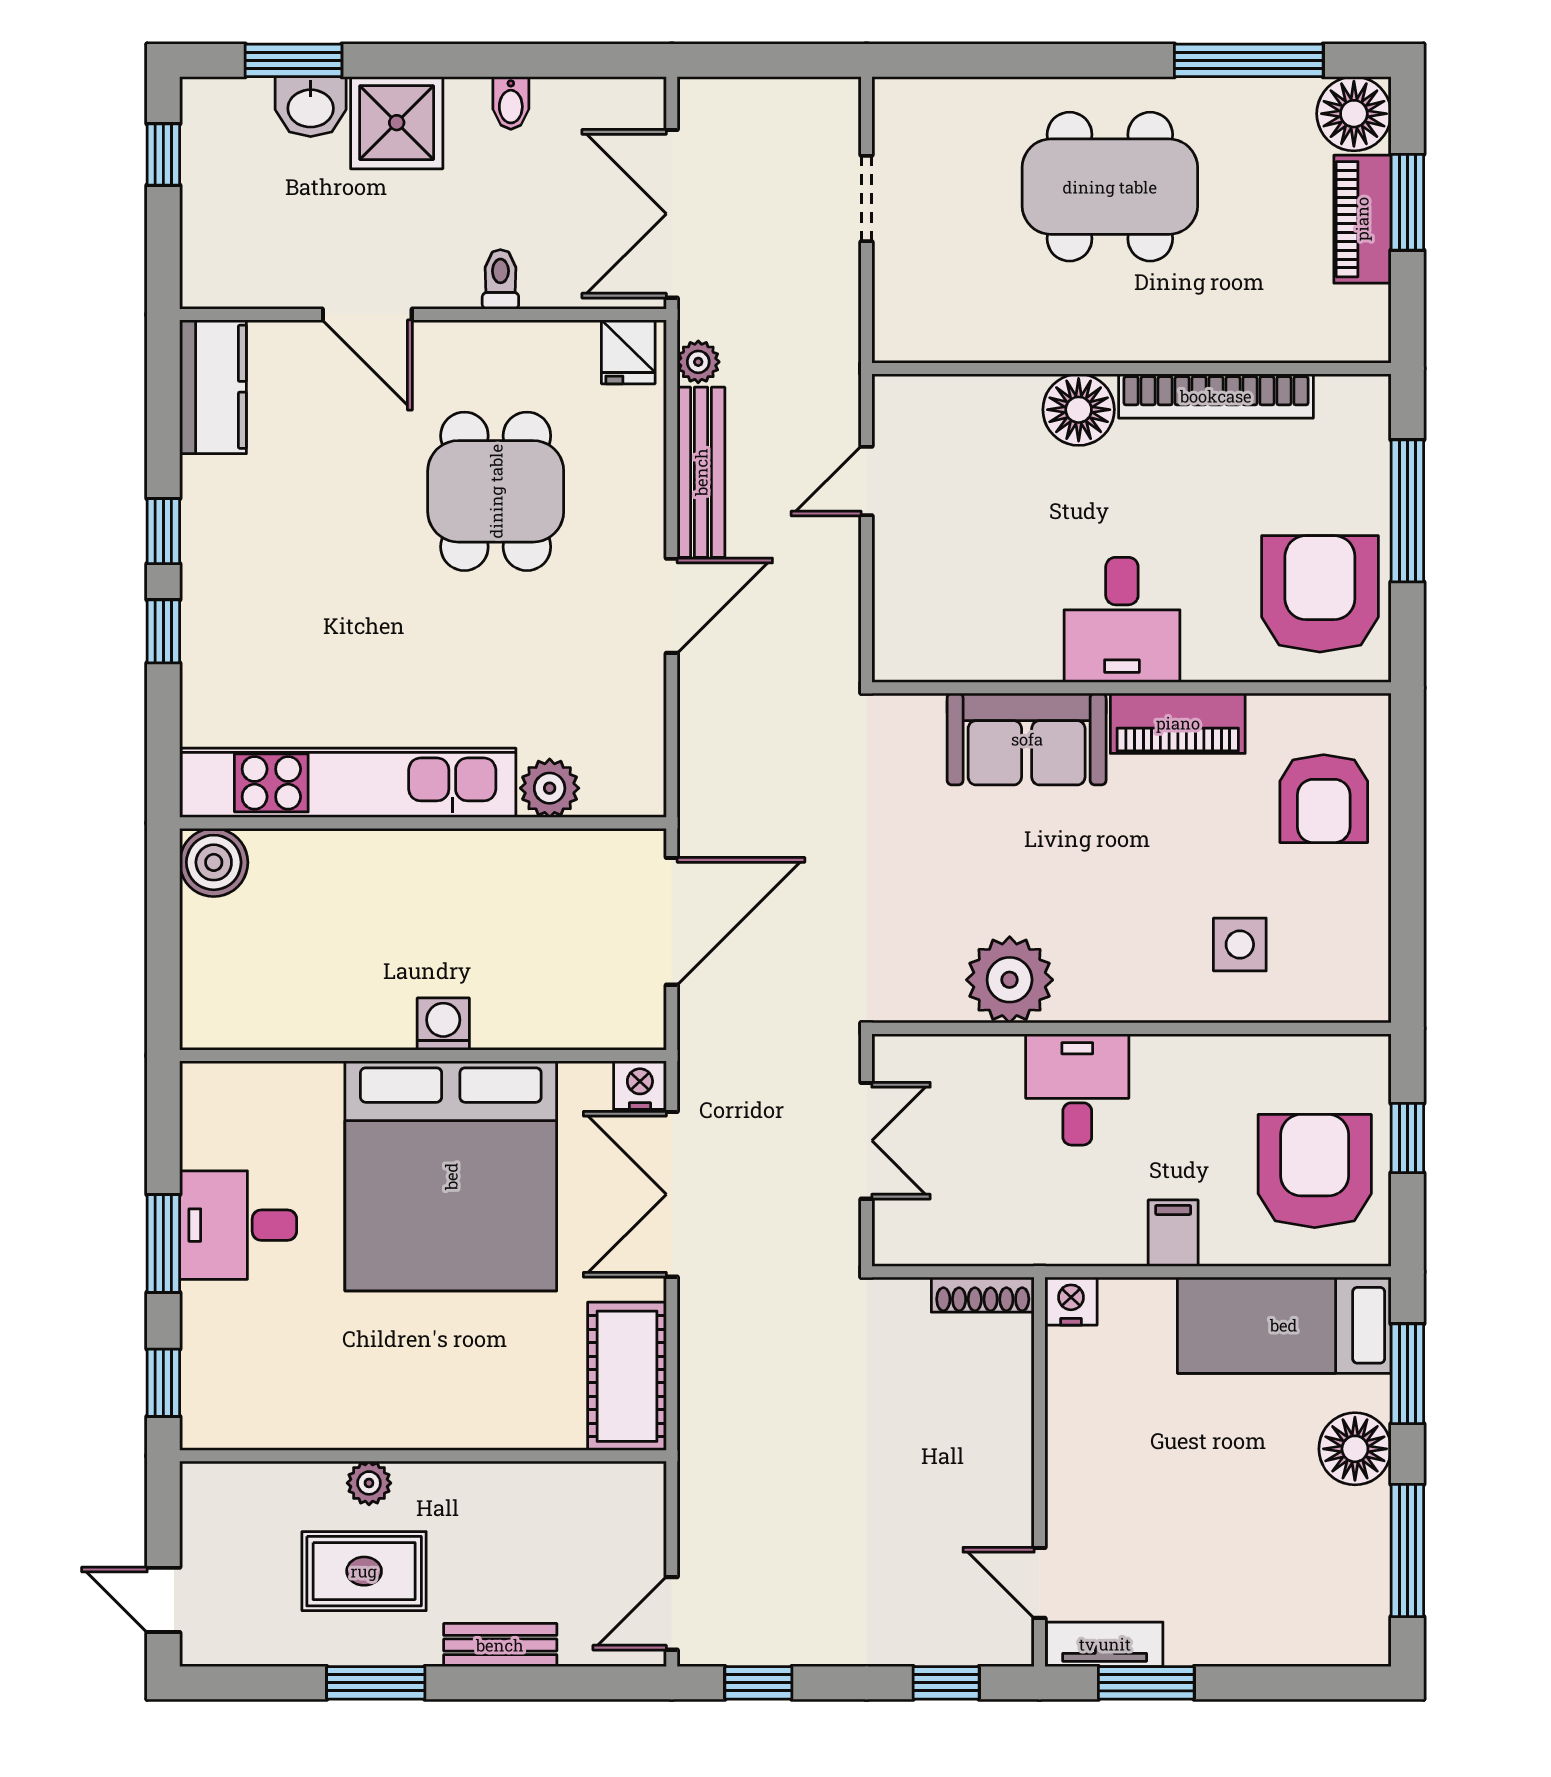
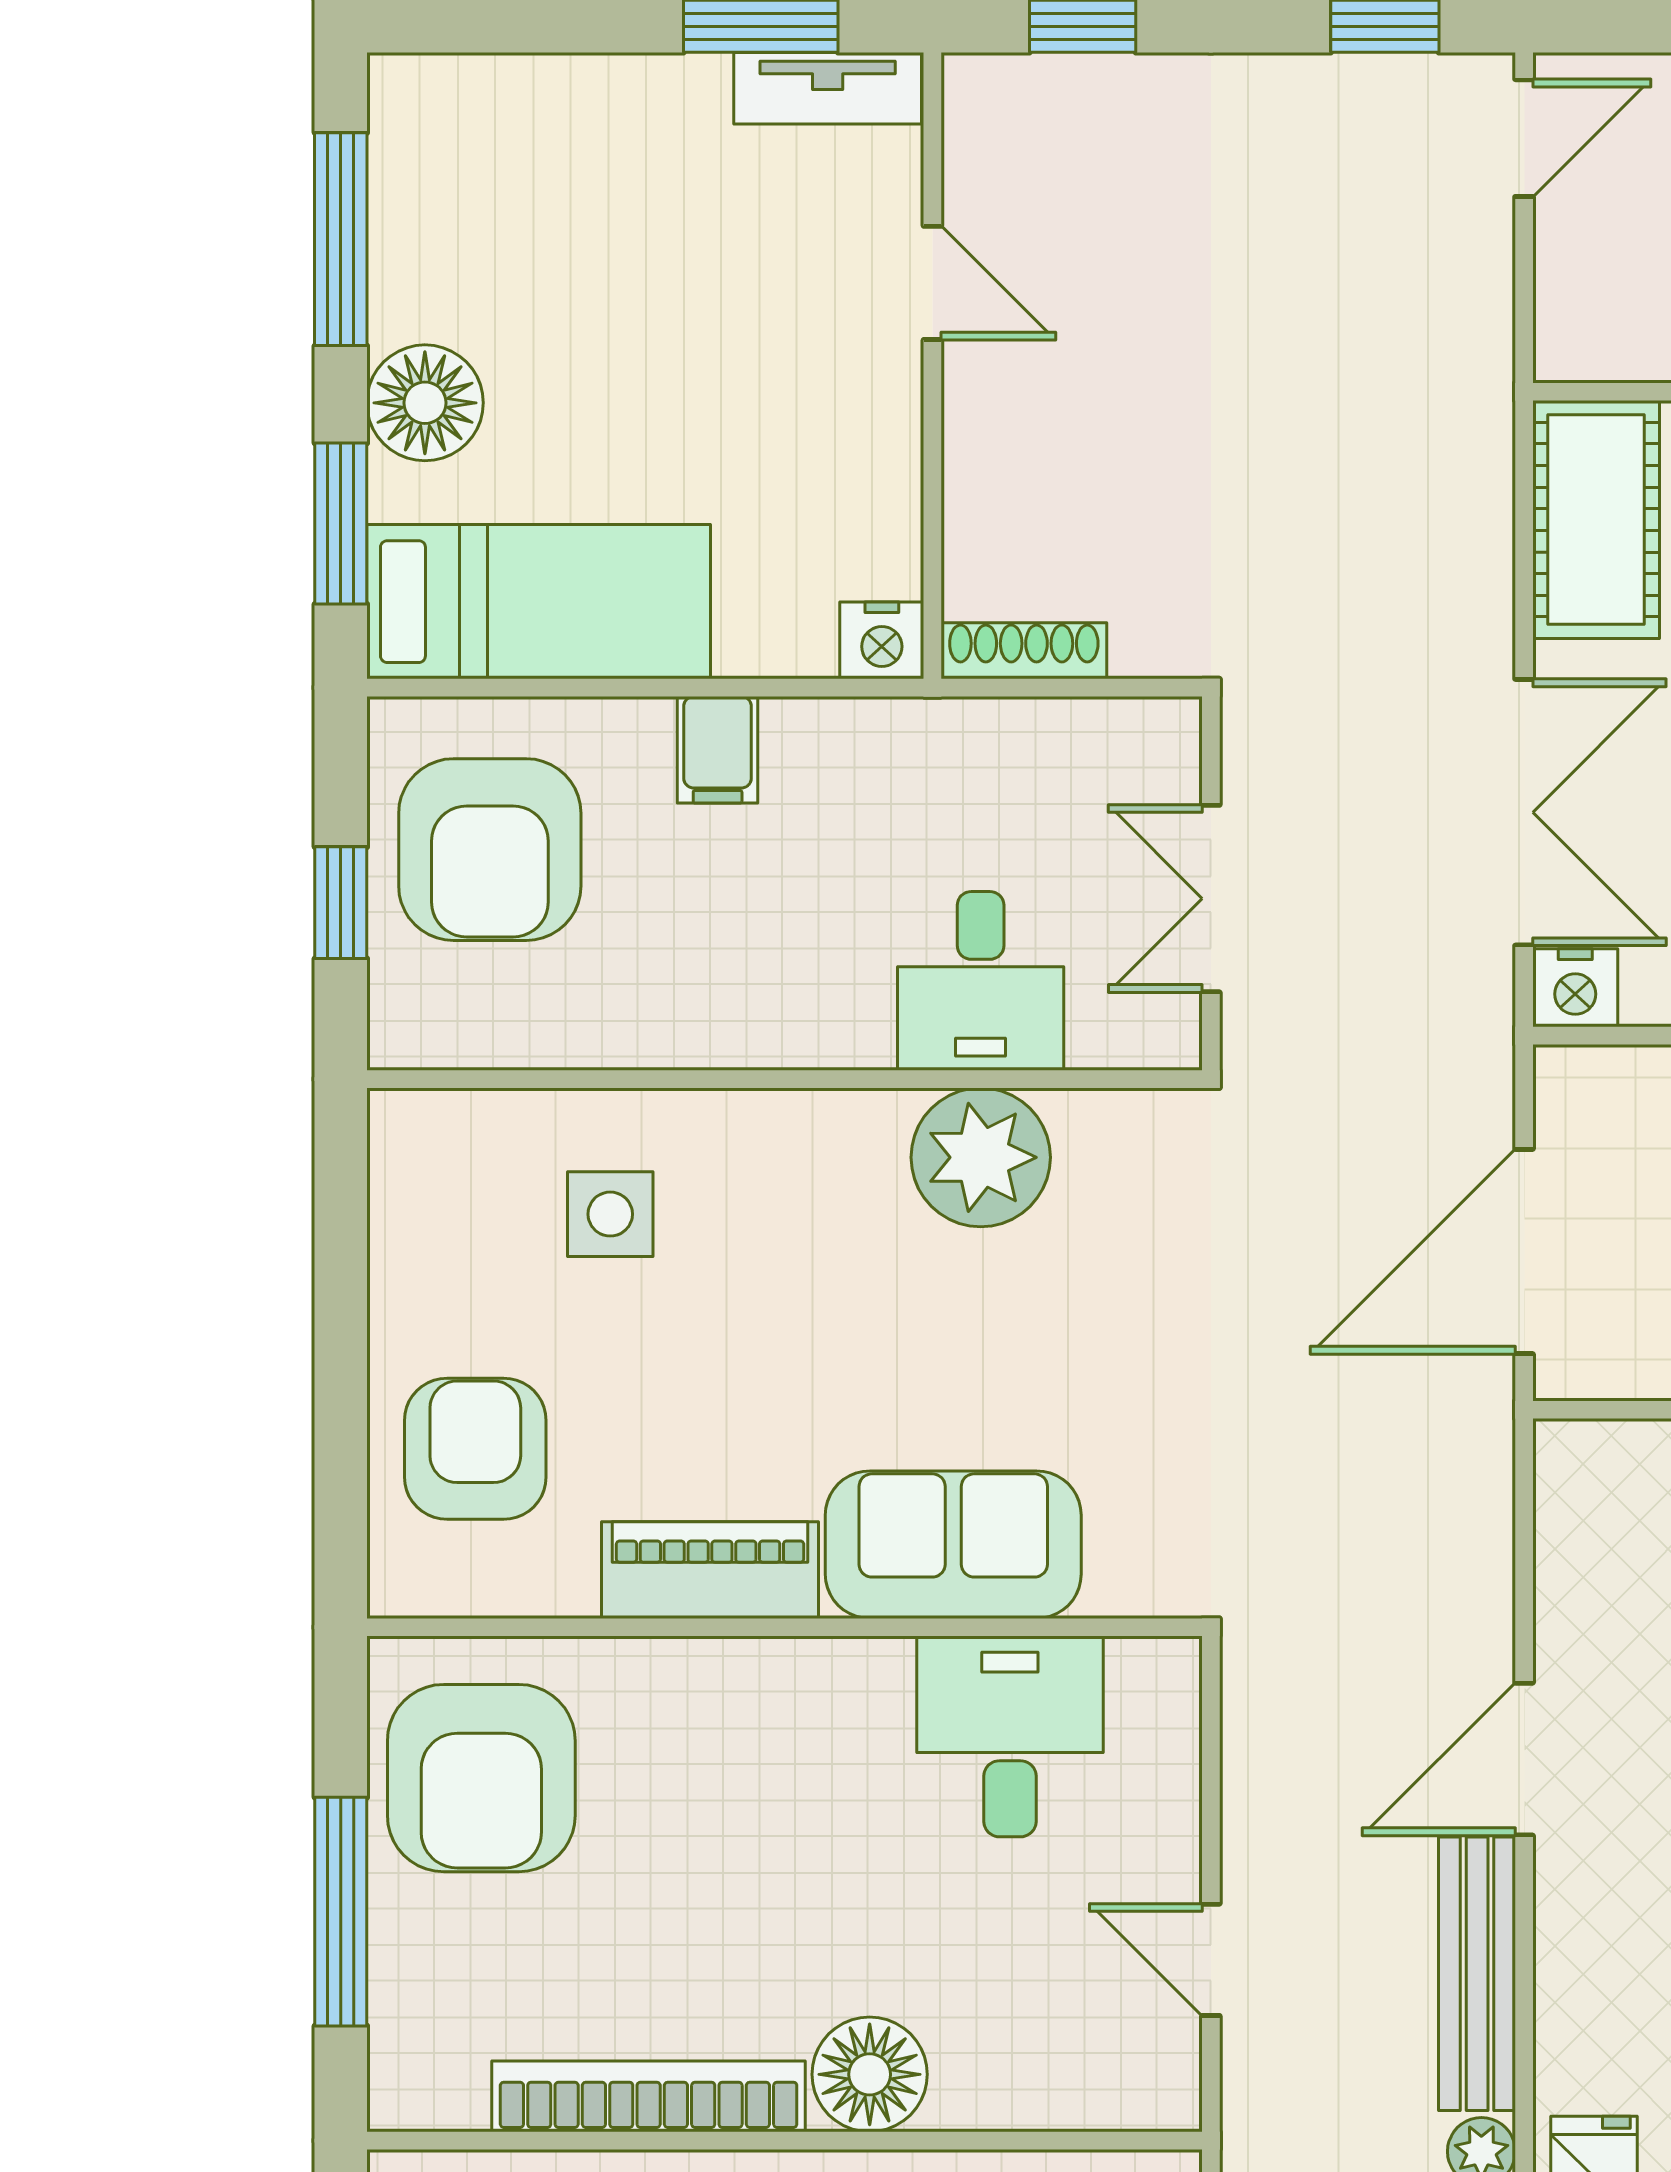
door: (866, 481) -> (1211, 1960), swing flipped
desk: (1122, 620) -> (1010, 1736), moved
desk: (1077, 1089) -> (981, 981), moved
door: (1040, 1583) -> (932, 283), moved

